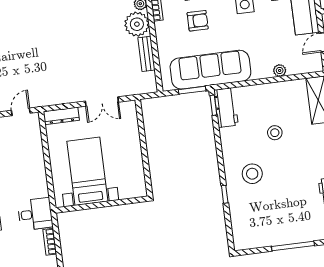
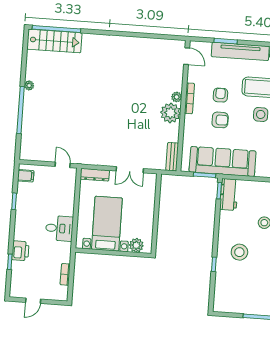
bench: (146, 54) -> (172, 157), moved
door: (21, 112) -> (63, 165), hinge flipped
plant: (128, 190) -> (136, 245), added
desk: (35, 214) -> (59, 228), moved

